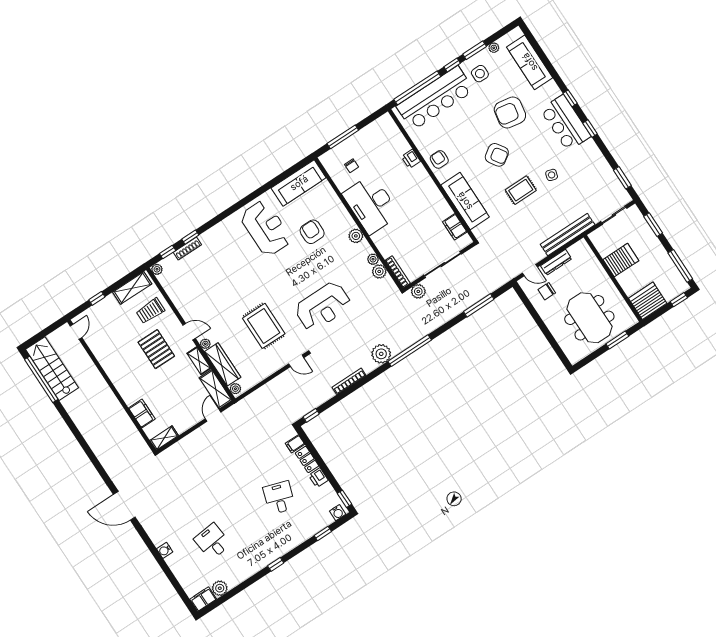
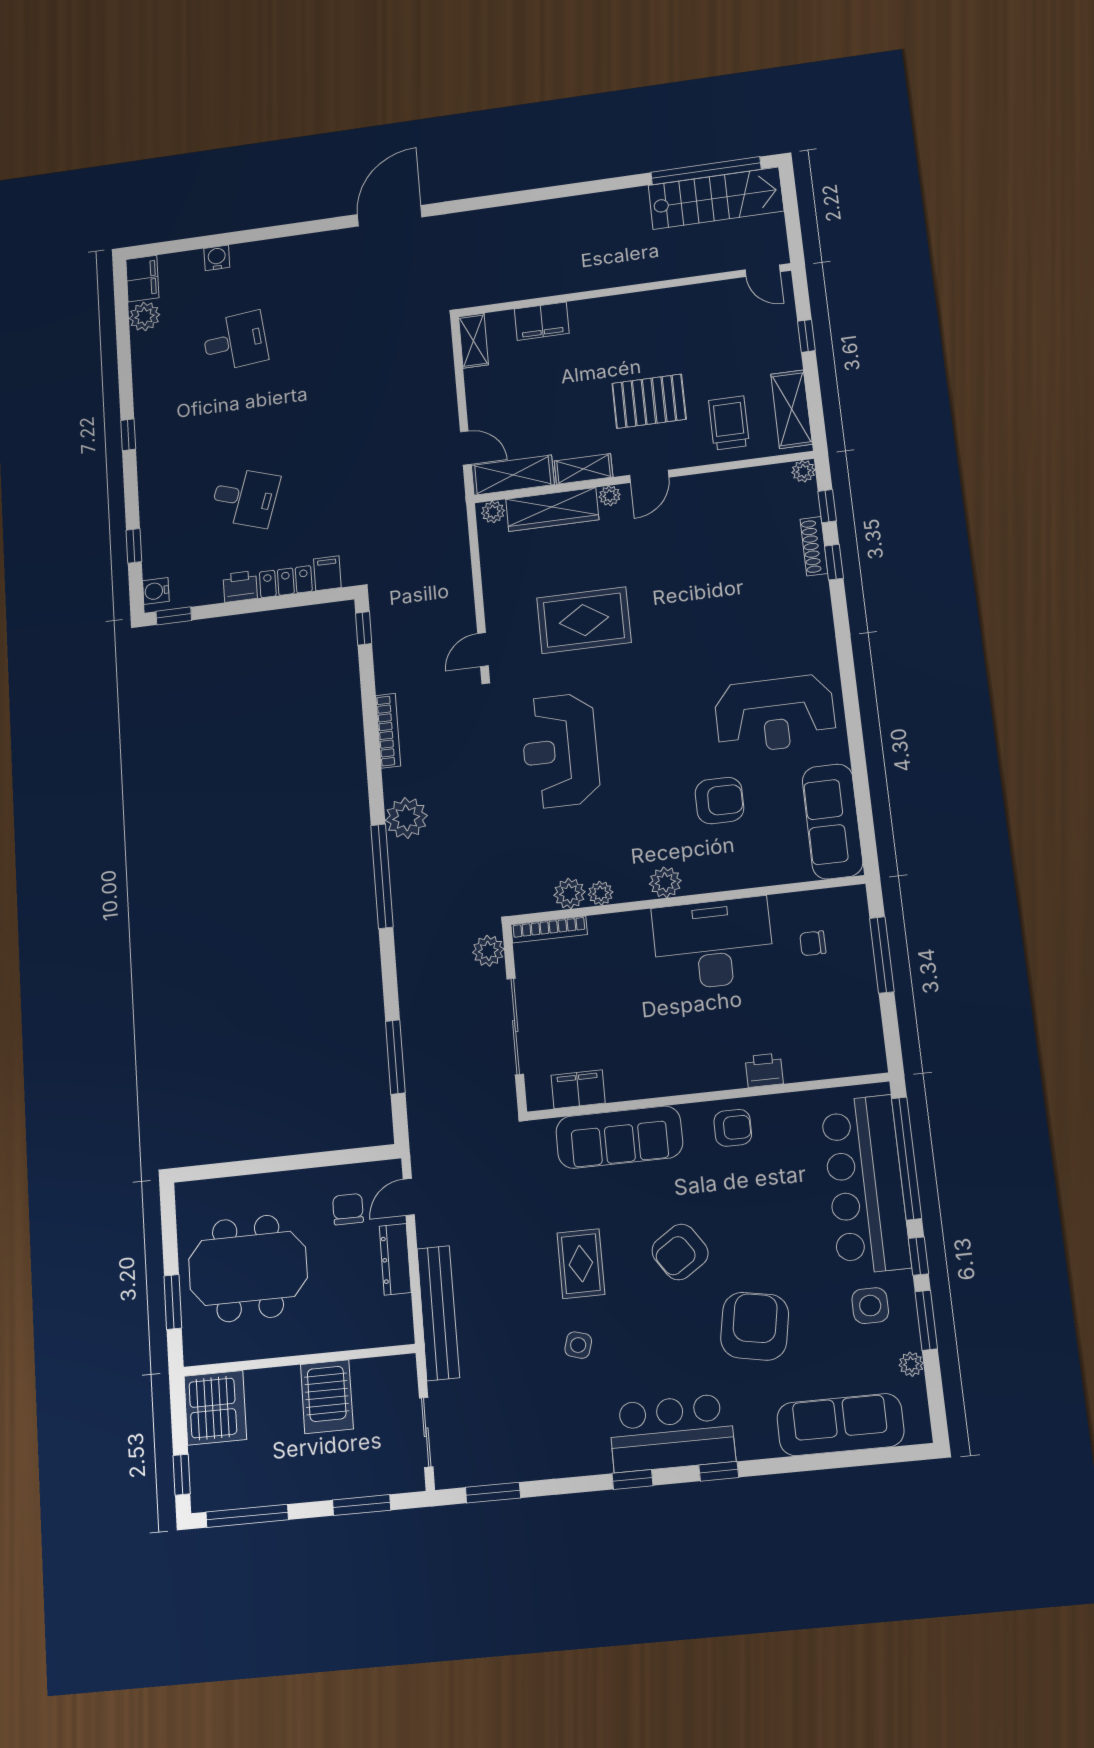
water cooler: (165, 550) -> (217, 258), moved

